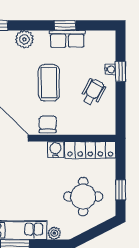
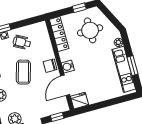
coffee table: (49, 83) -> (23, 72), turned -74
water cooler: (56, 150) -> (68, 67), moved

